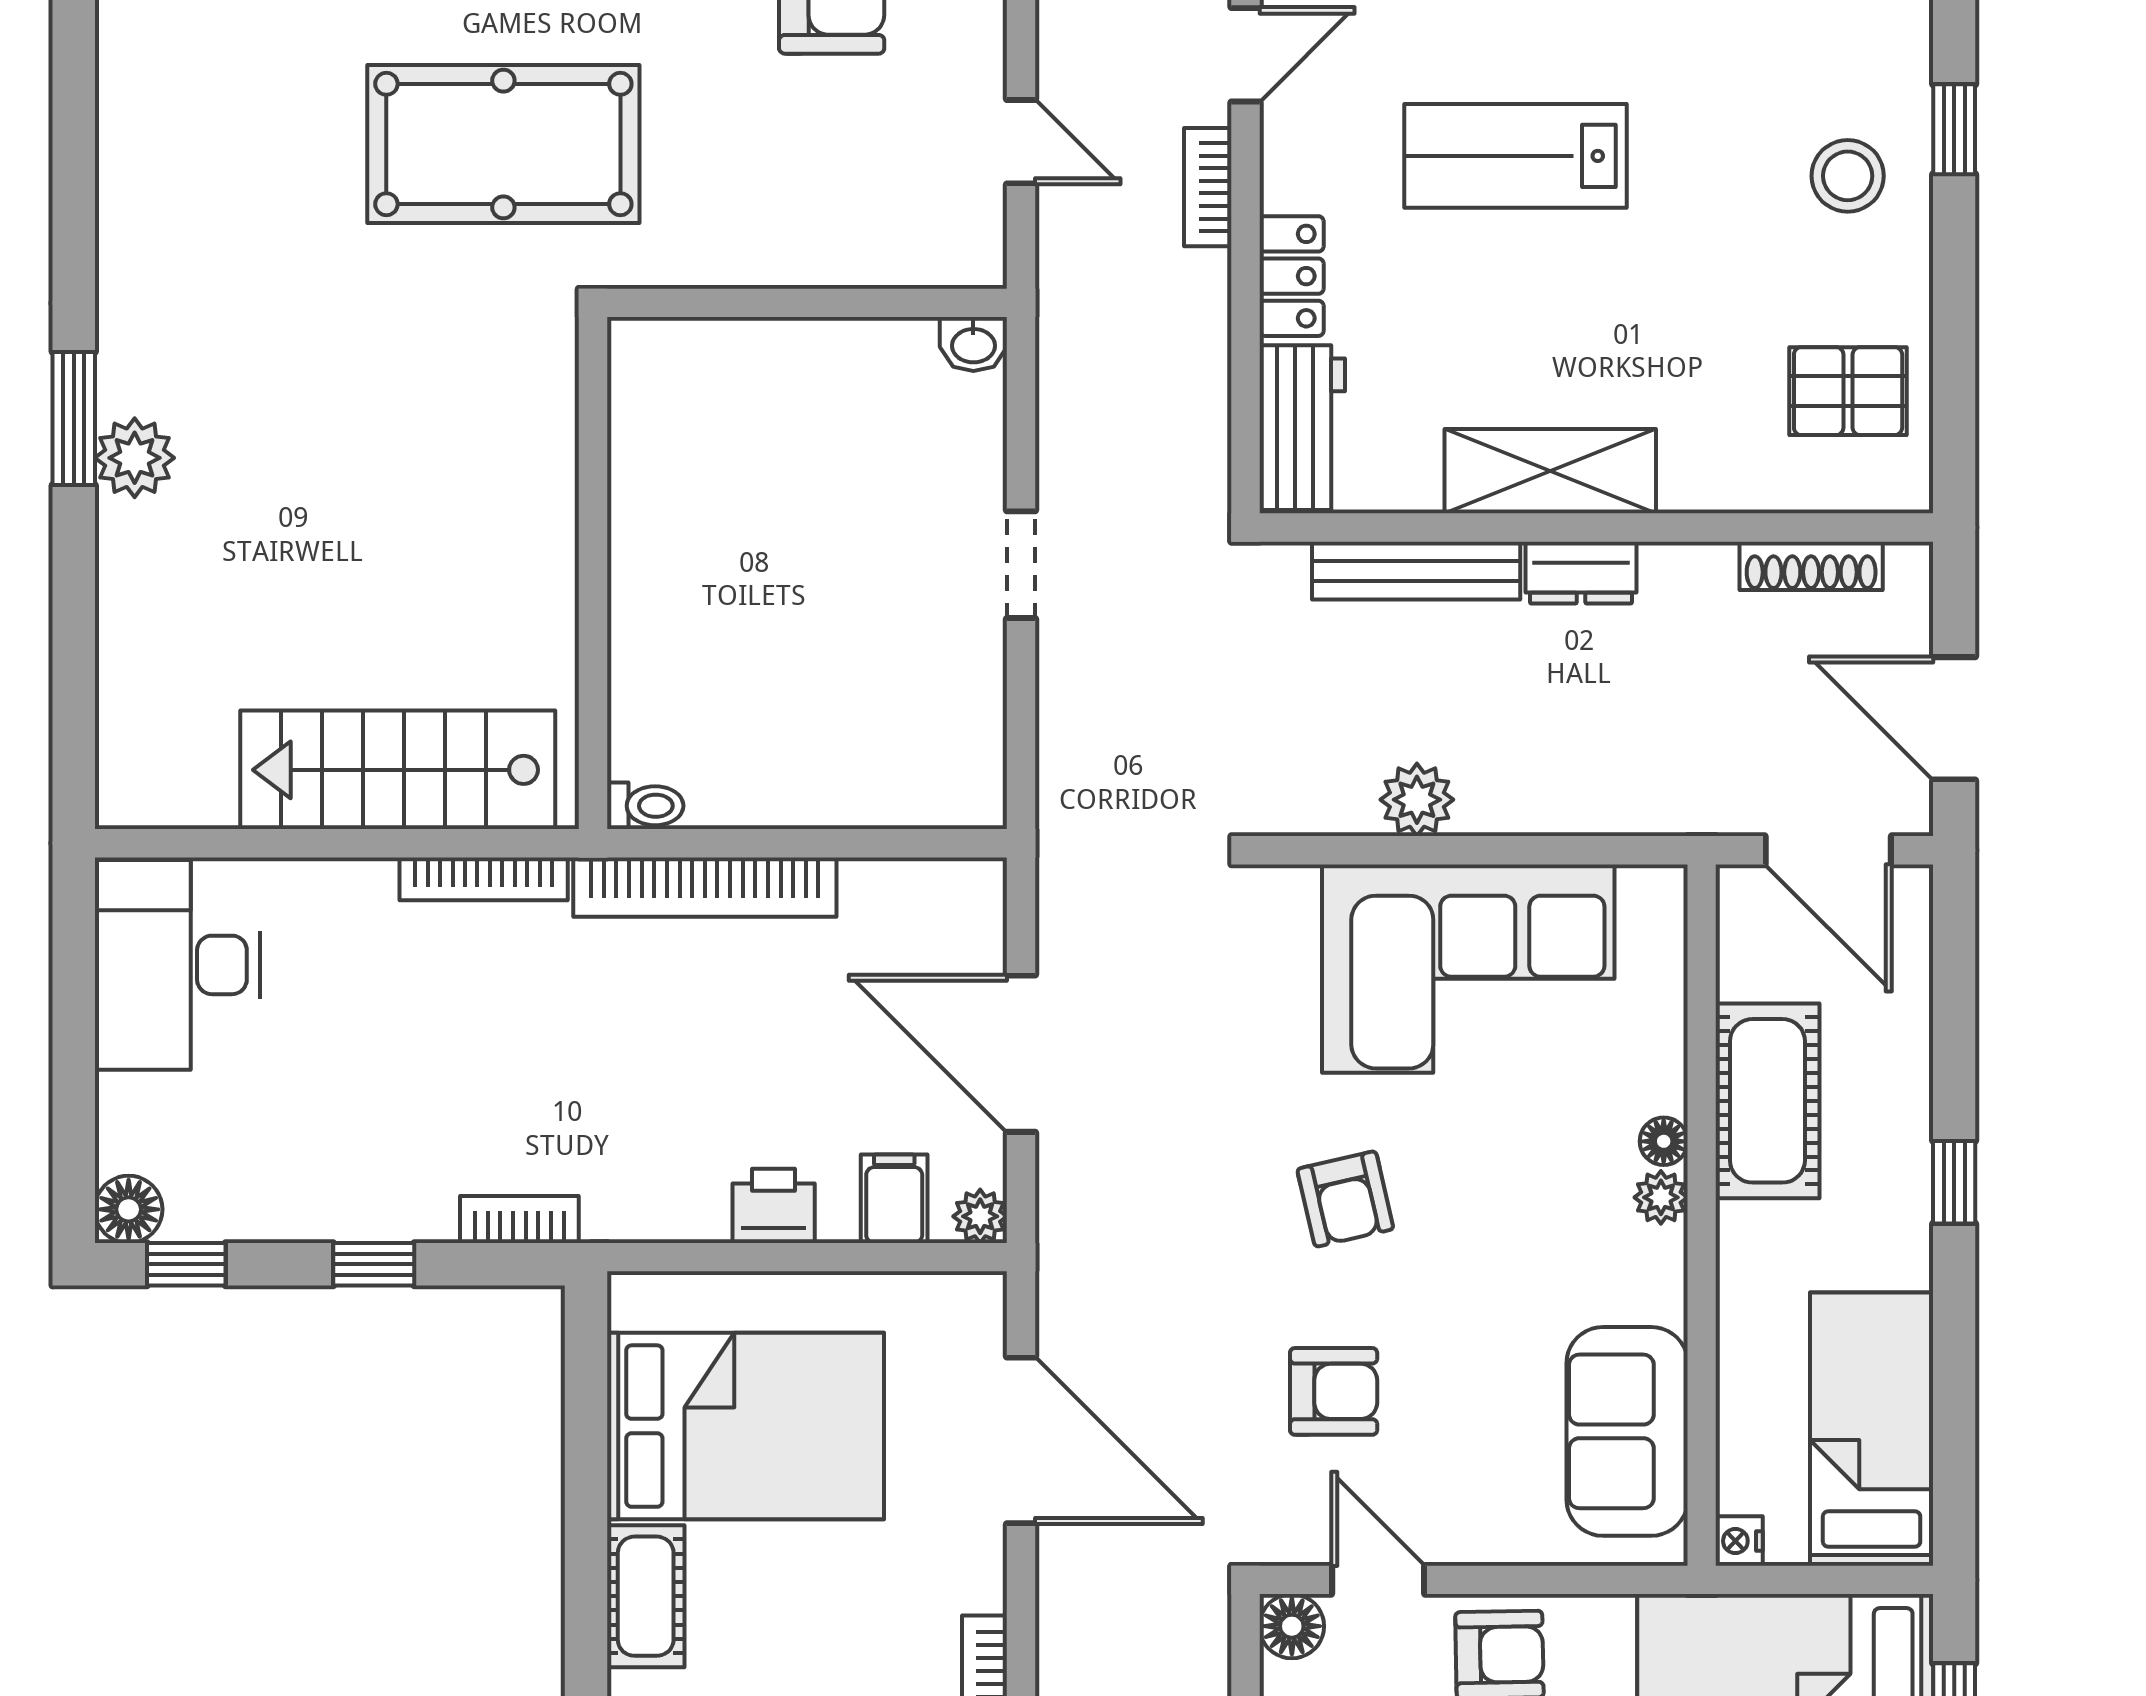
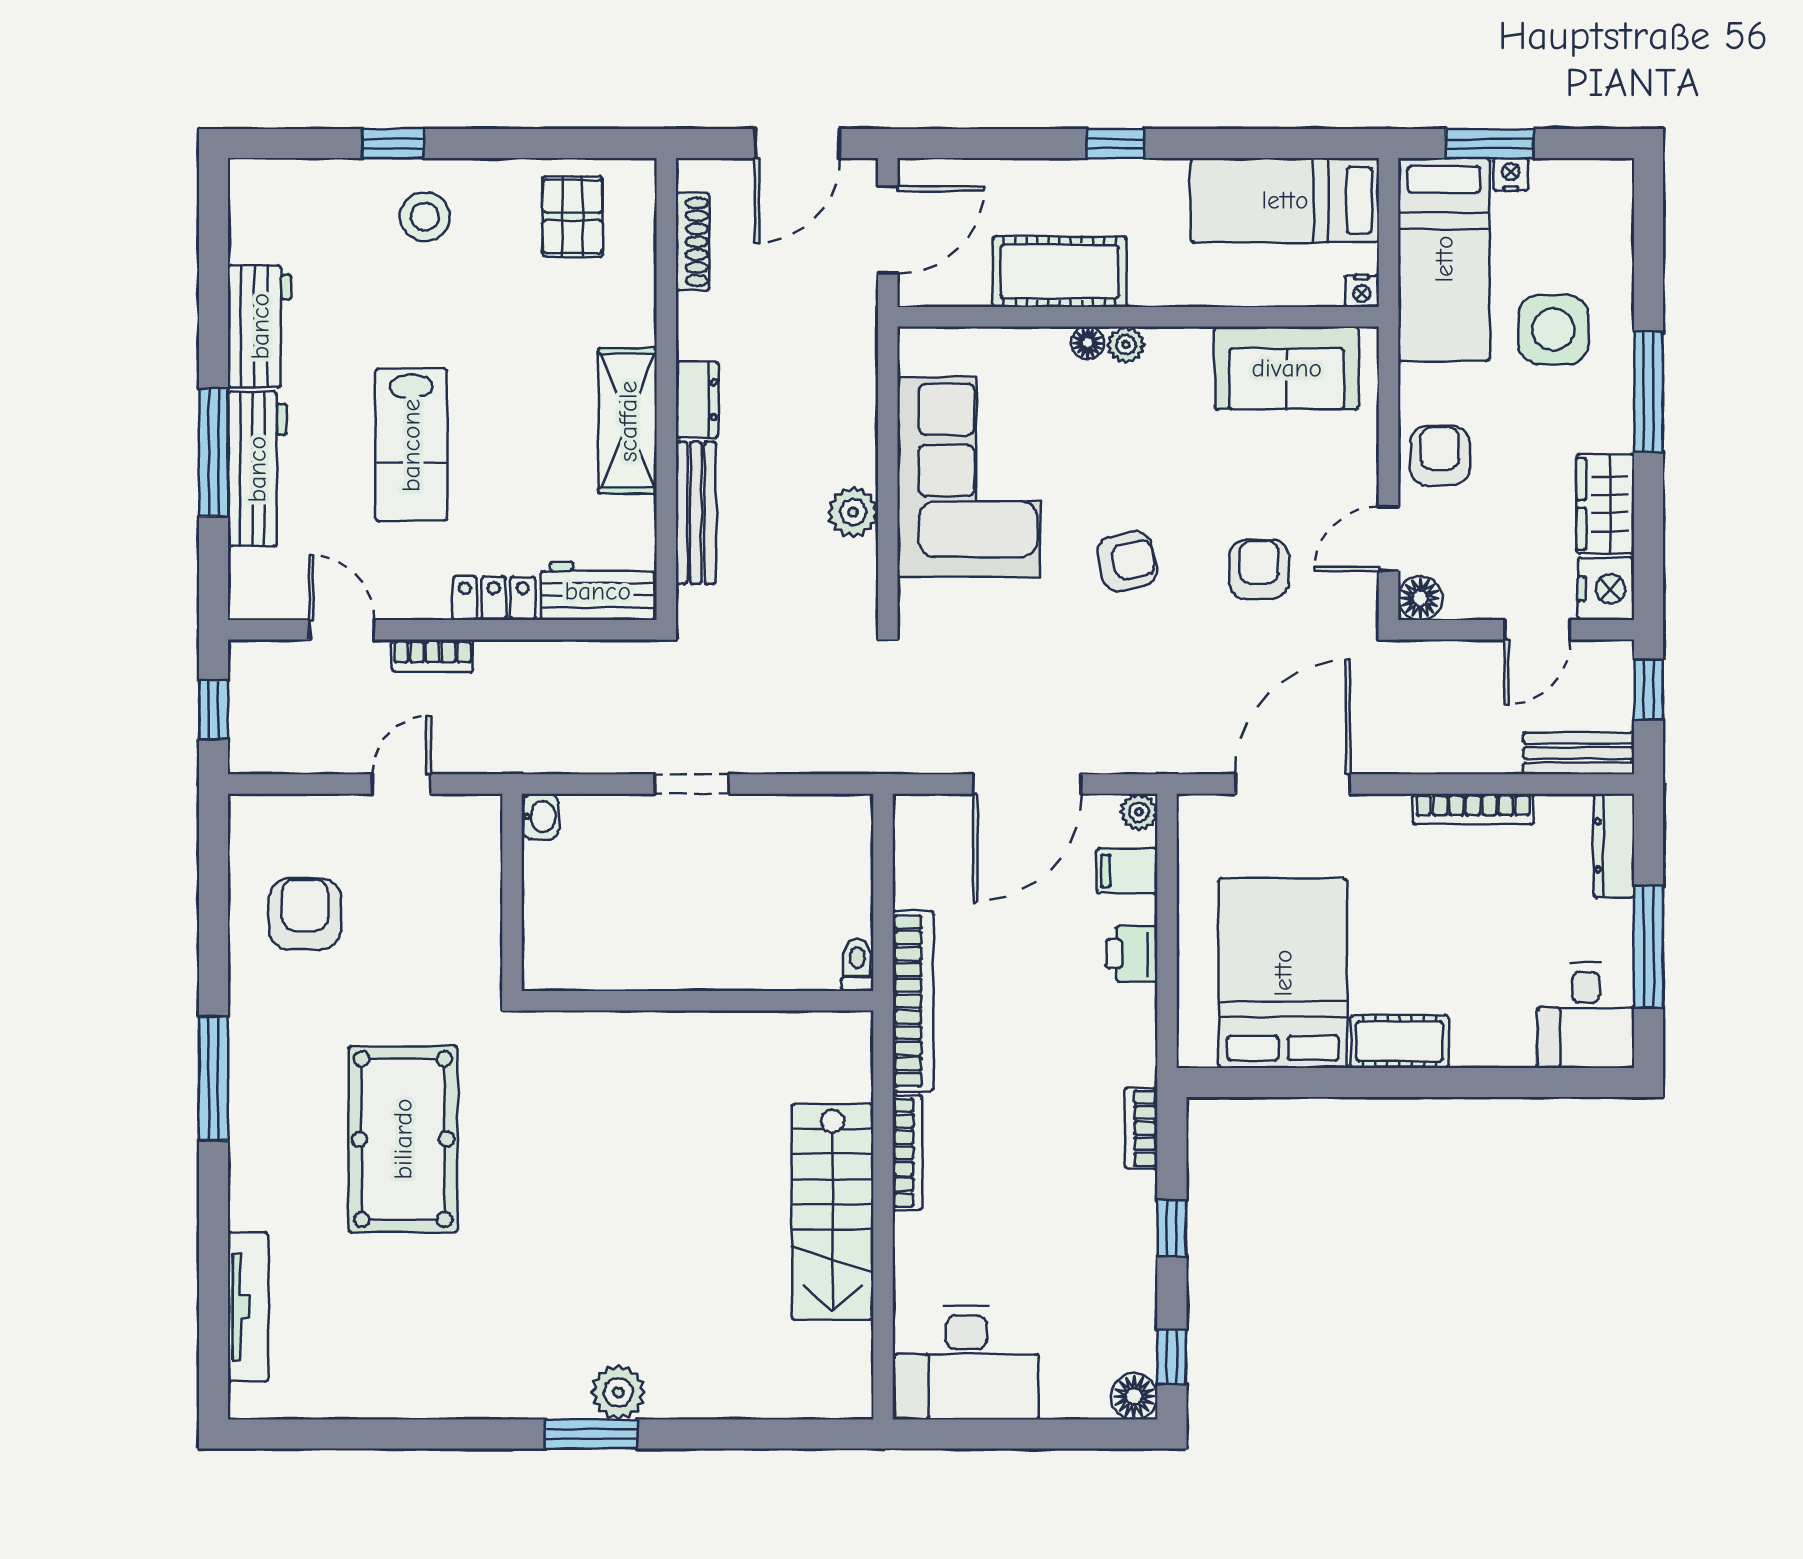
wall: (593, 573) -> (697, 1001), moved
toilet: (645, 806) -> (857, 965), moved

